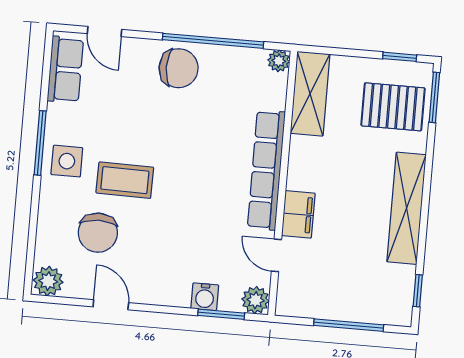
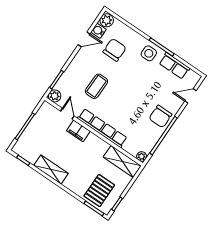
row of seats: (65, 70) -> (174, 66), moved
coffee table: (125, 180) -> (96, 86), moved
shelving: (407, 208) -> (51, 169), width x0.68
chair: (98, 233) -> (115, 50), turned 90
door: (276, 255) -> (67, 114), hinge flipped
water cooler: (205, 297) -> (98, 31), moved

